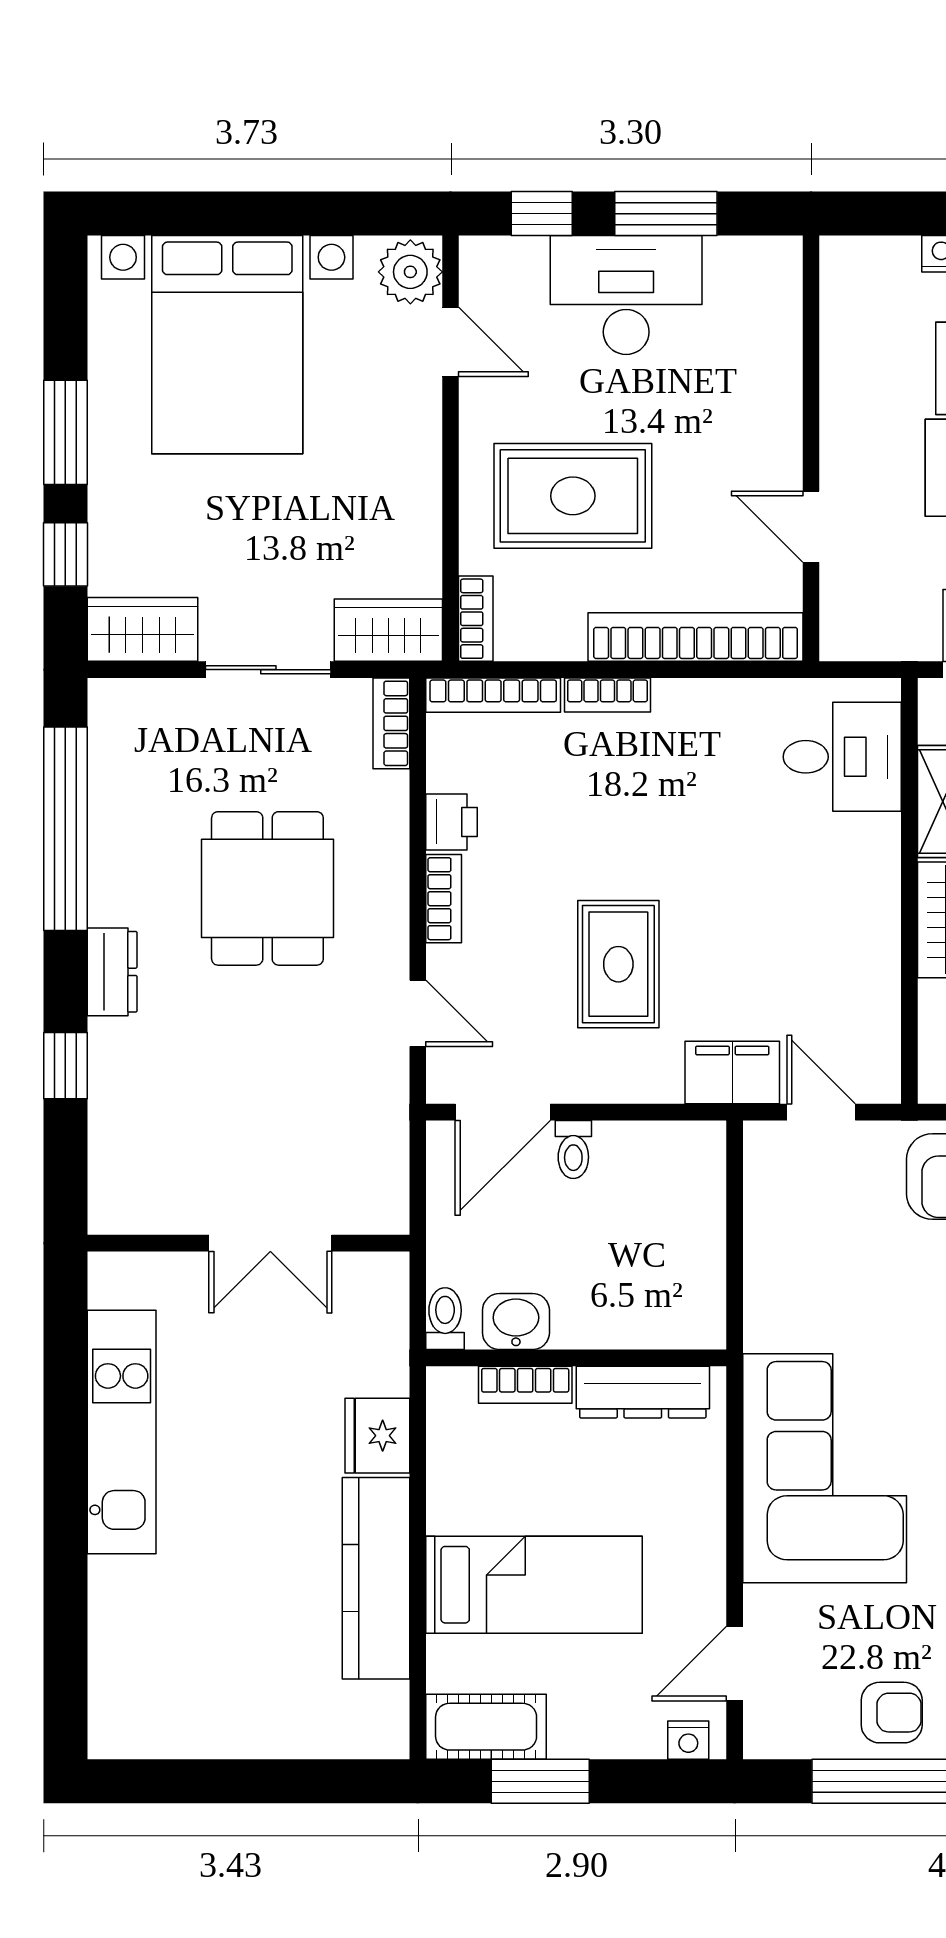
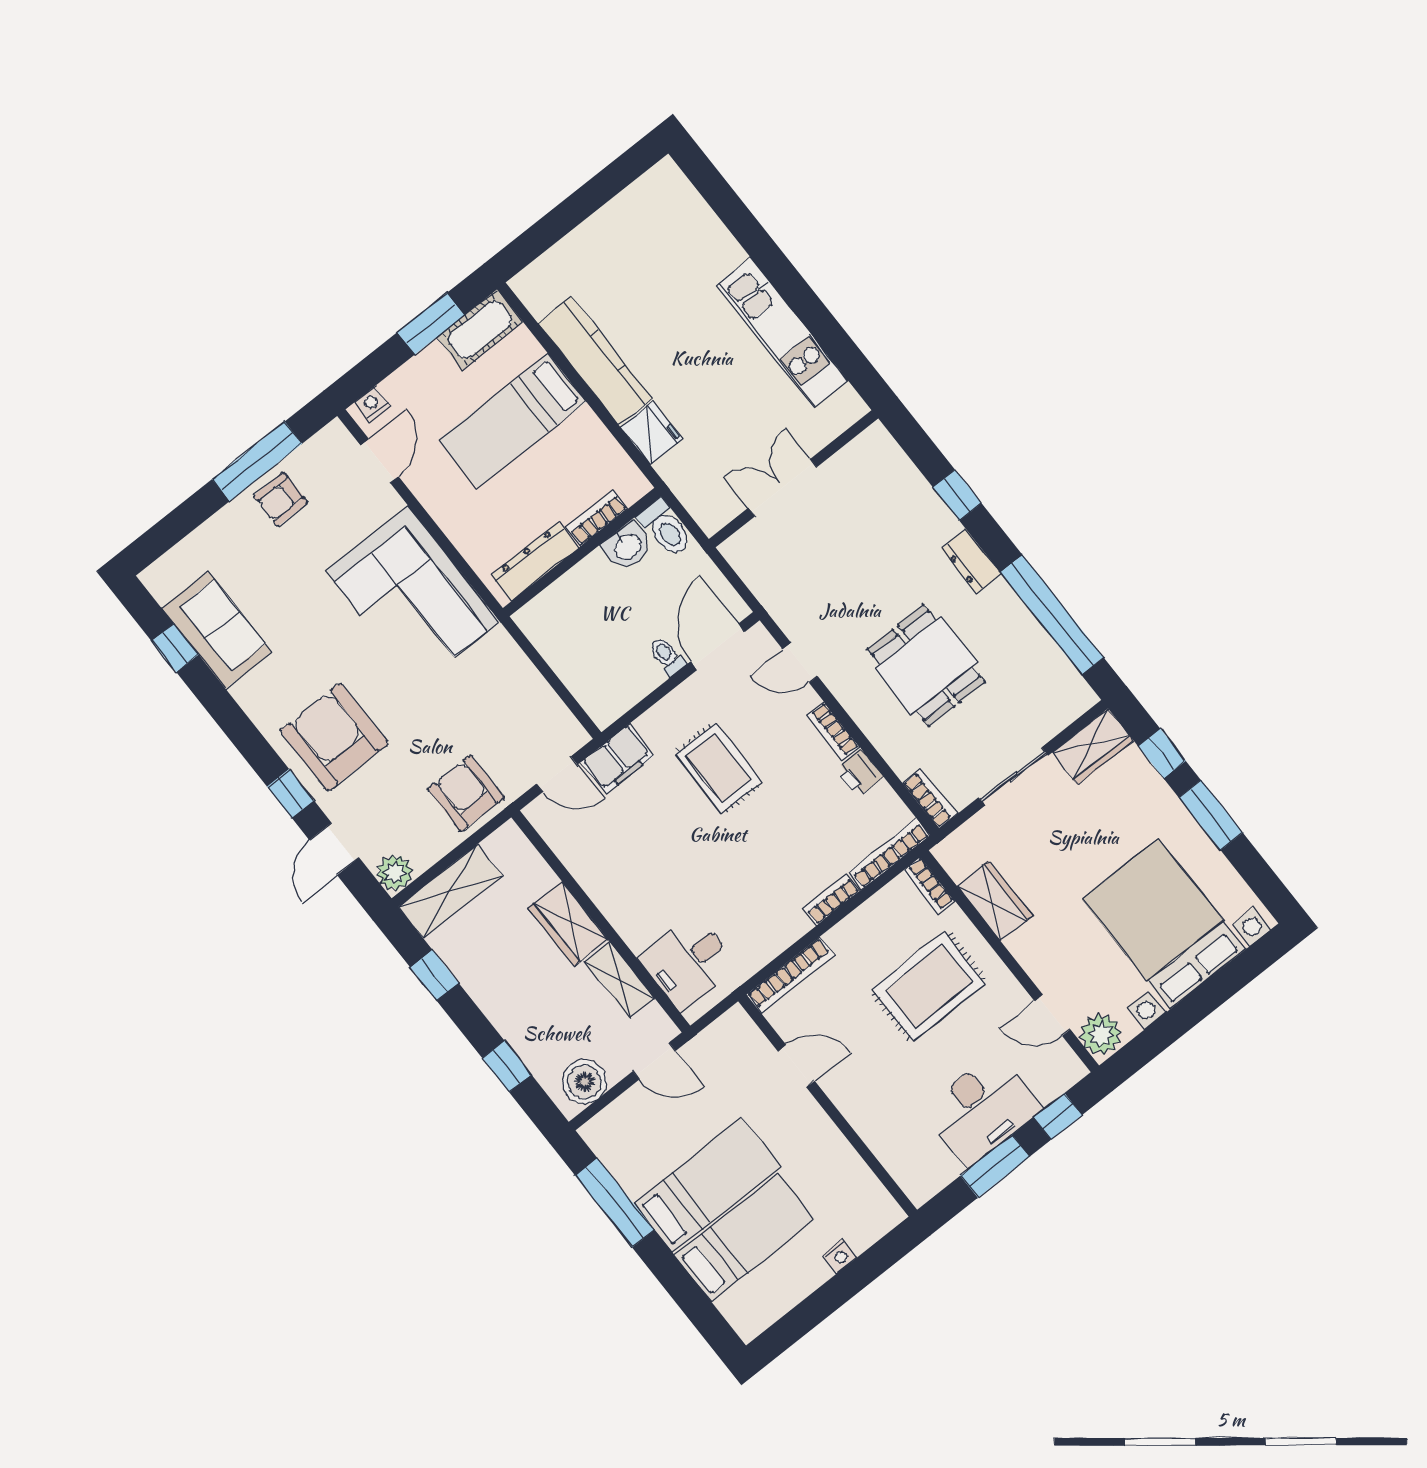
wardrobe: (388, 630) -> (995, 901), moved, turned -90
bookcase: (696, 637) -> (790, 975), width x0.68, depth x0.76
toilet: (445, 1319) -> (665, 528), width x1.37, depth x1.39

